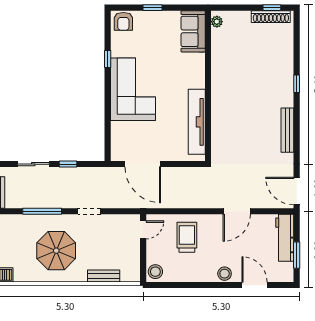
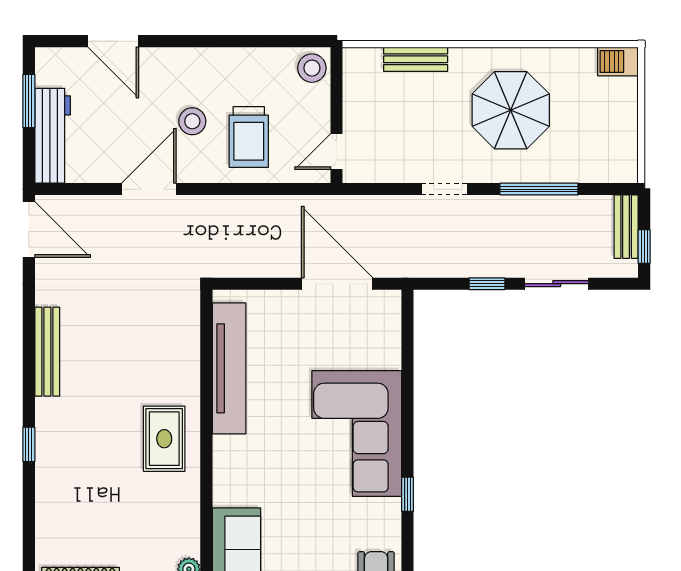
rug: (229, 87) -> (164, 439), added
stool: (225, 274) -> (192, 121), moved

